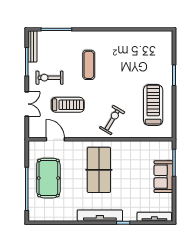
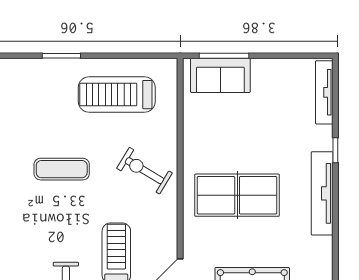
exercise mat: (89, 65) -> (62, 169), moved
sofa: (163, 177) -> (220, 75), moved

